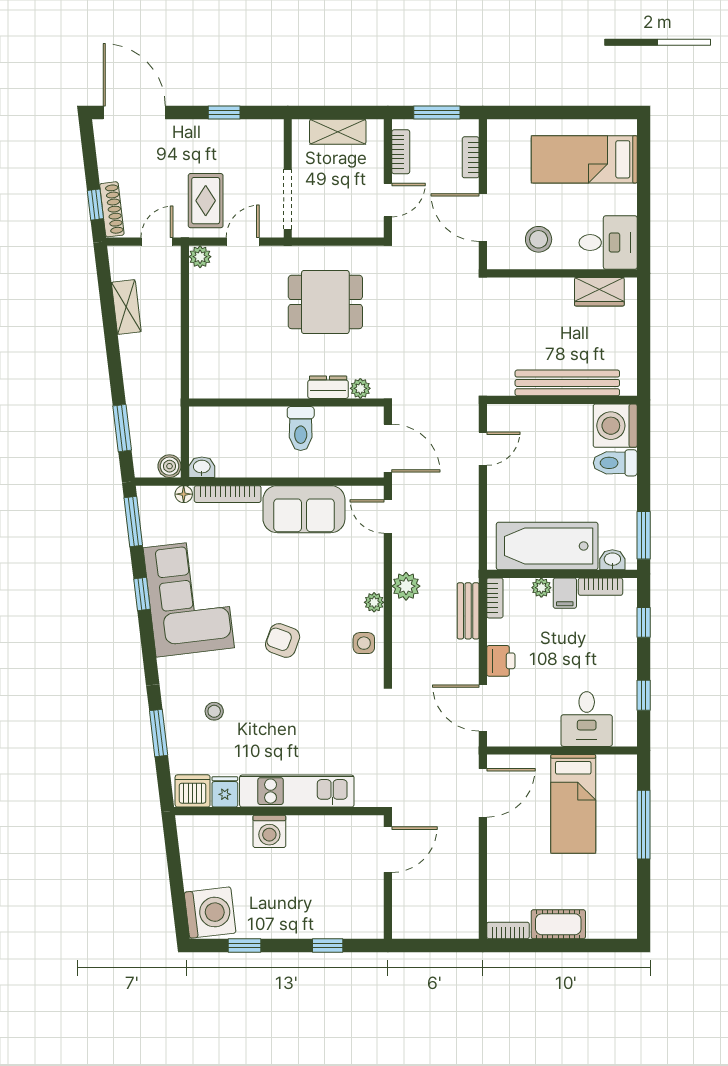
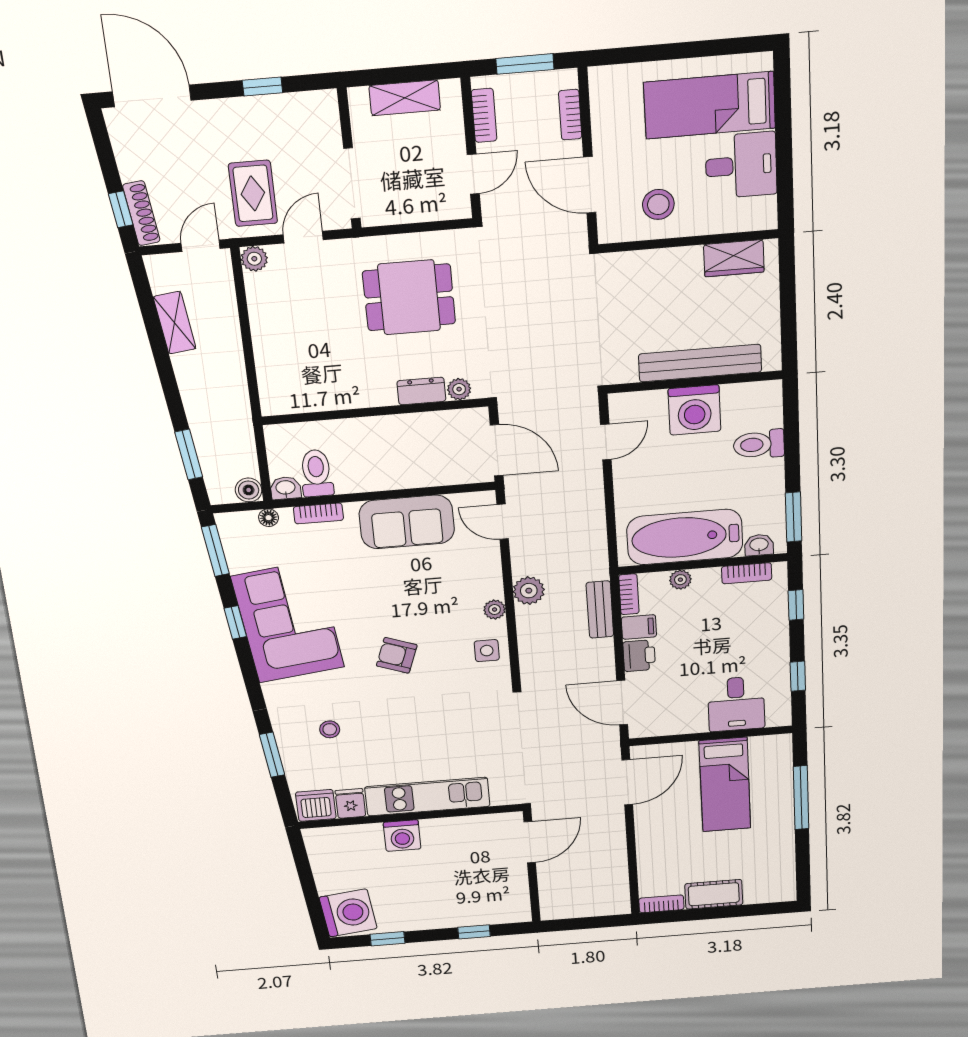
desk: (608, 243) -> (741, 165), moved
washing machine: (615, 426) -> (694, 410), moved, turned -90
toilet: (301, 429) -> (316, 473), moved, turned 180
bookcase: (228, 494) -> (318, 513), width x0.64
filing cabinet: (565, 593) -> (639, 627), moved, turned -90

